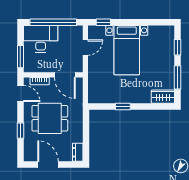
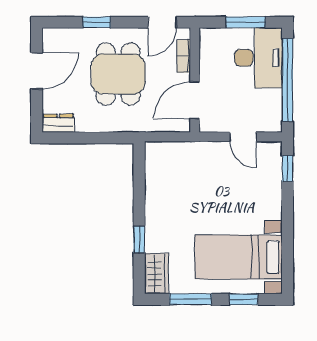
bed with nightstands: (127, 50) -> (239, 257), moved
window: (20, 57) -> (246, 22), moved
window: (123, 106) -> (139, 239), moved

